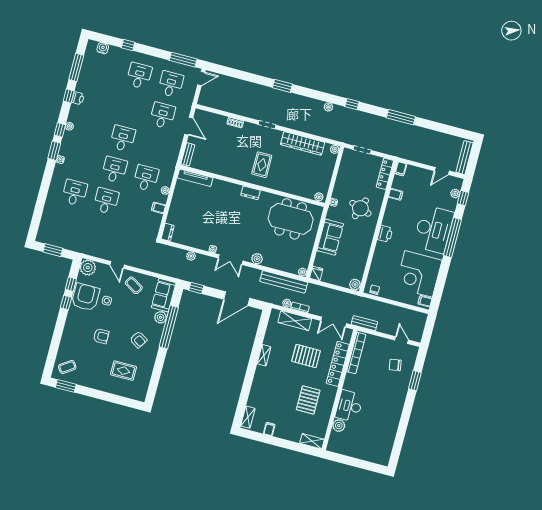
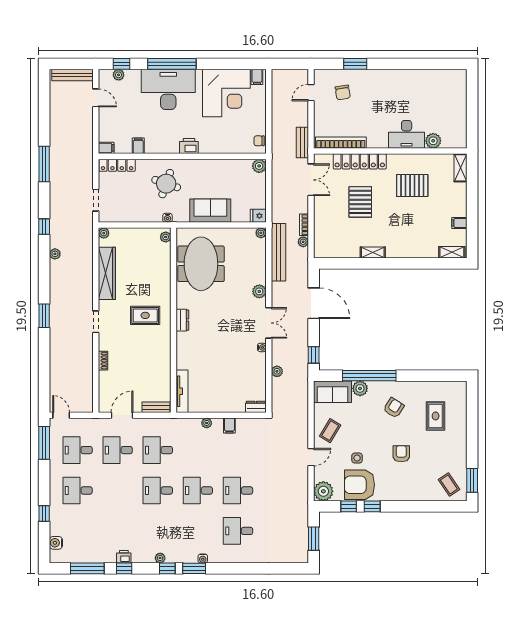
desk: (146, 178) -> (158, 450), moved
shelving: (295, 321) -> (321, 227), removed

